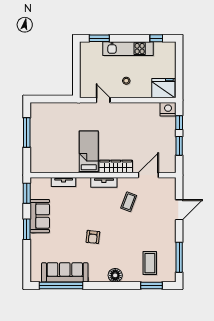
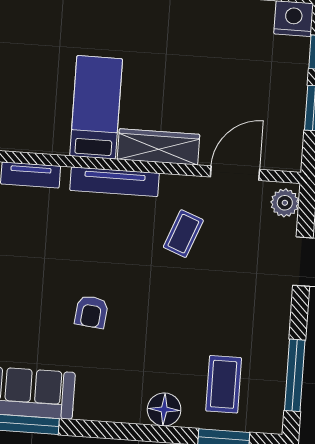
tv unit: (104, 182) -> (115, 182), width x1.41
plant: (170, 186) -> (285, 203), added
floor lamp: (115, 275) -> (164, 409), moved

